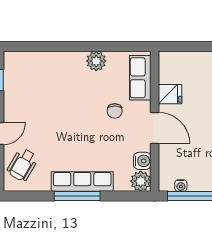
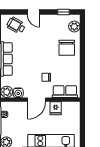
plant: (96, 61) -> (74, 27), moved
chair: (62, 74) -> (67, 48), added

